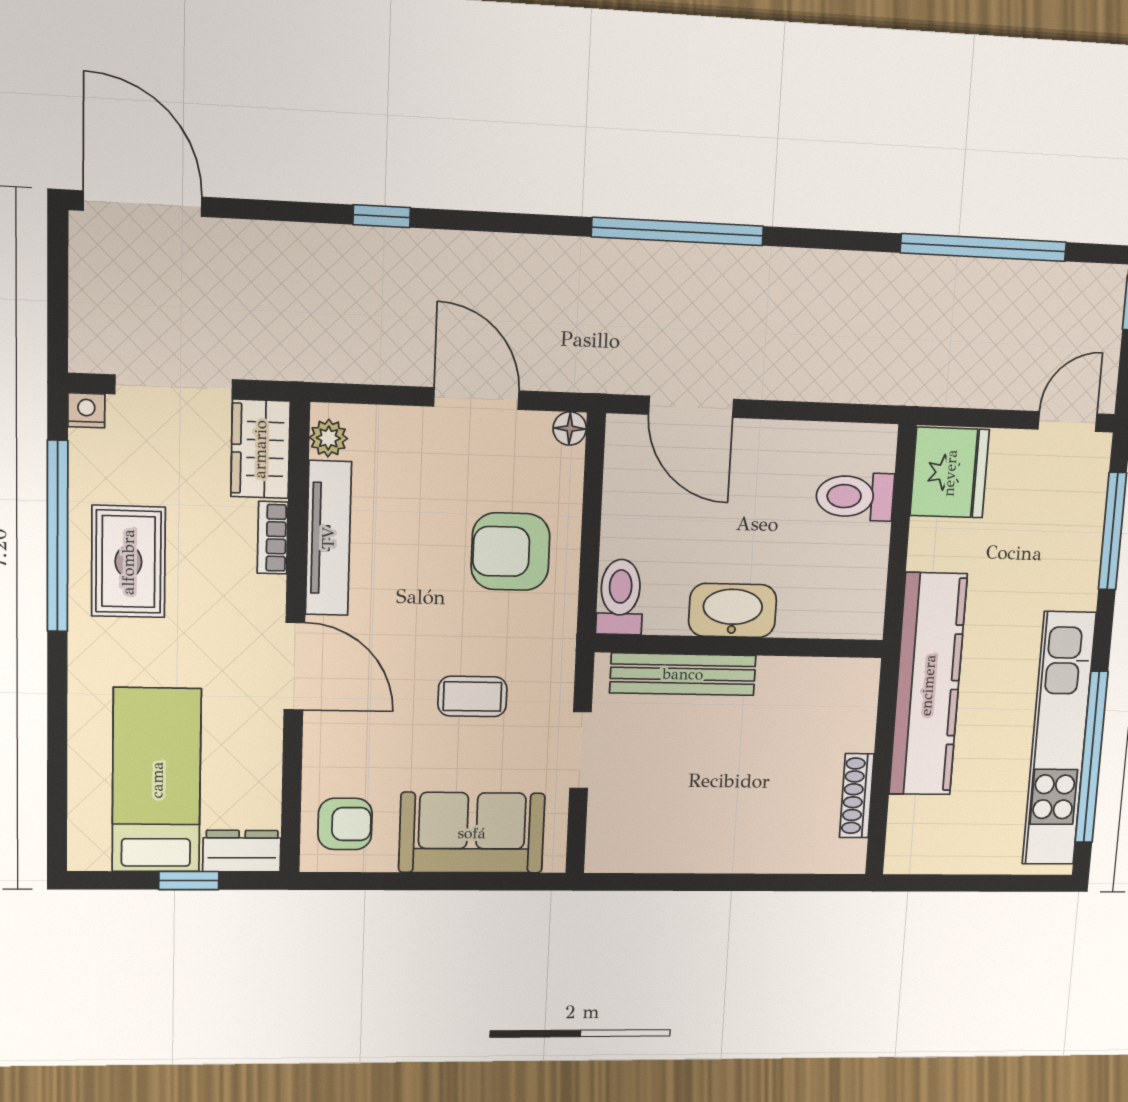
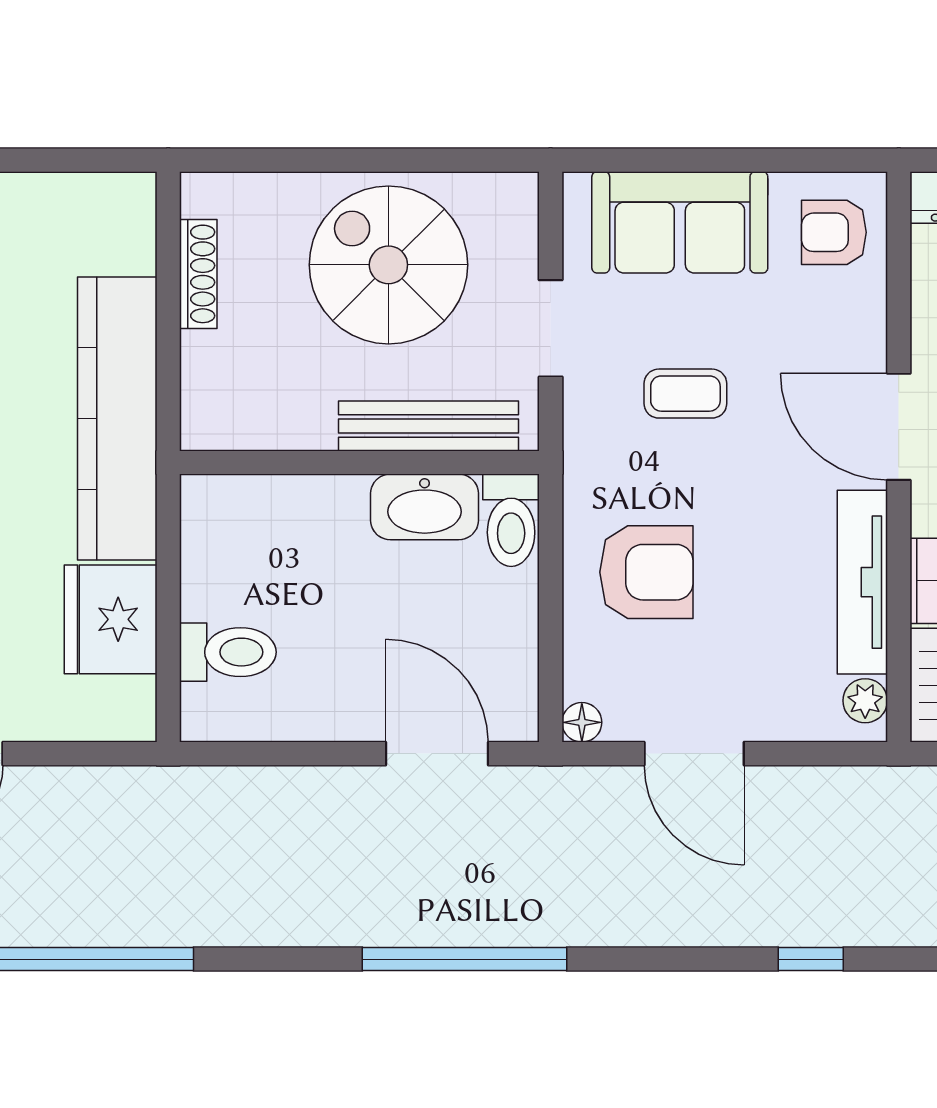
fridge: (950, 473) -> (111, 619), moved
washbasin: (733, 610) -> (425, 507), moved
spiral stairs: (708, 801) -> (388, 265), added

